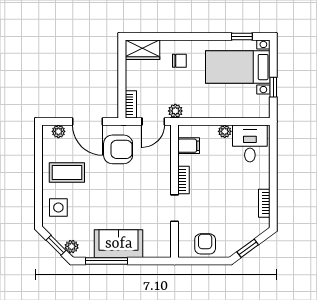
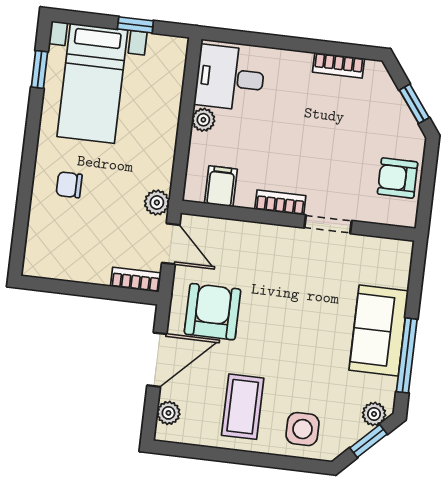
wardrobe: (142, 50) -> (42, 248), removed
chair: (179, 61) -> (69, 185), turned -90

